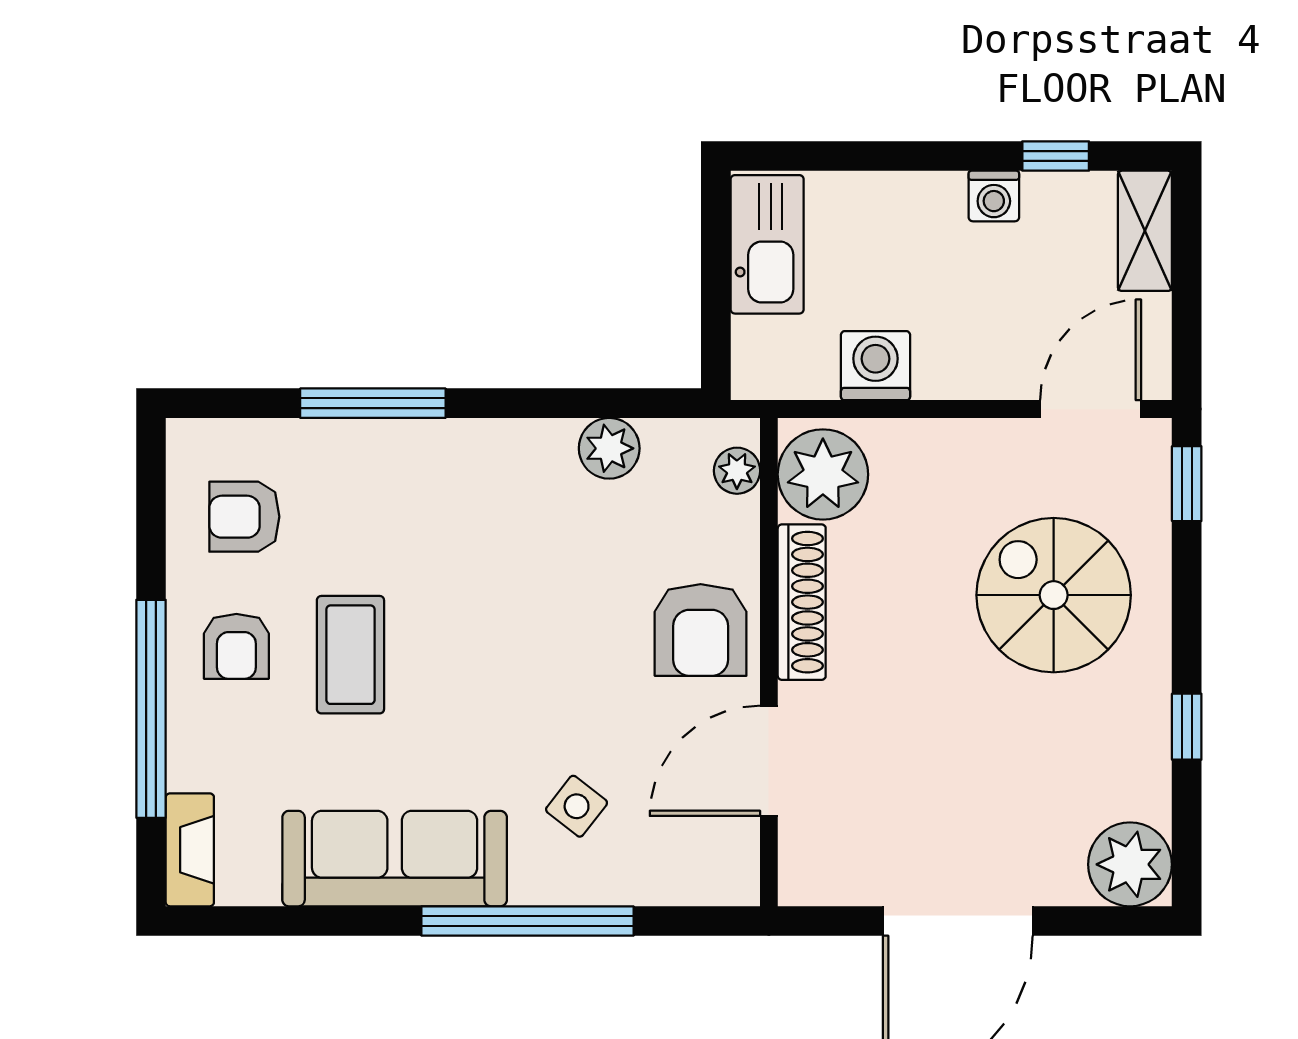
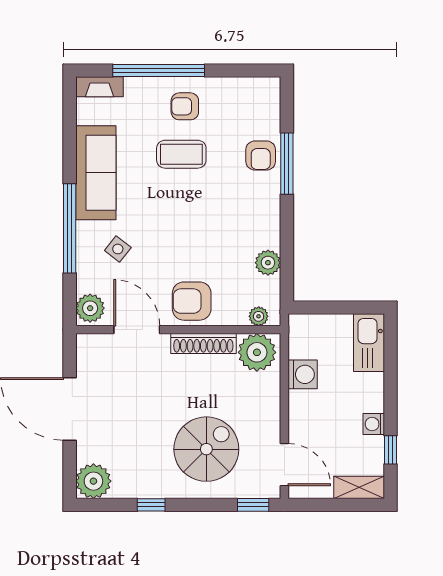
kitchen sink: (767, 244) -> (369, 343), moved, turned 90
armchair: (244, 517) -> (261, 155), moved, turned 180
plant: (718, 872) -> (90, 308), added

